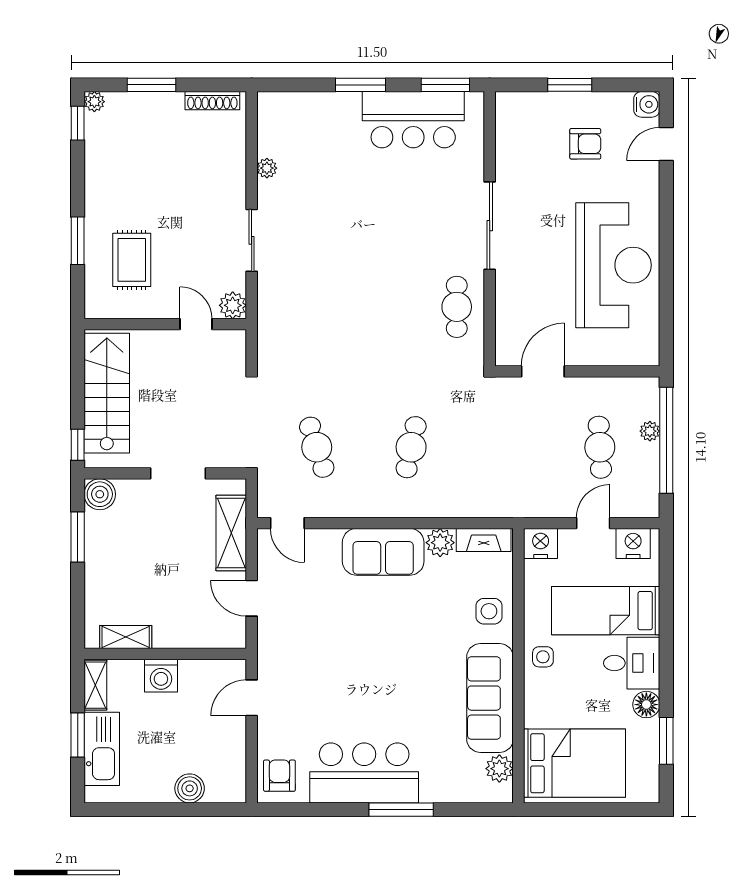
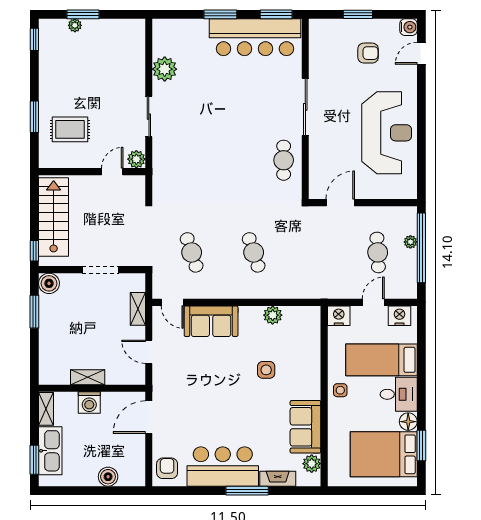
shoe rack: (212, 101) -> (123, 25), removed
plant: (94, 102) -> (75, 25), moved
bar counter: (413, 120) -> (255, 37), width x1.36
plant: (267, 168) -> (165, 69), width x1.87, depth x1.87
rug: (132, 260) -> (70, 129), turned 90
door: (196, 324) -> (112, 172), hinge flipped
cafe table: (411, 447) -> (254, 252), turned -30
shelving: (231, 533) -> (138, 309), width x0.67, depth x0.75
fireplace: (484, 540) -> (278, 479), moved, turned 180
sofa: (383, 552) -> (211, 321), moved
side table: (489, 611) -> (266, 370), moved
shelving: (126, 637) -> (88, 377), moved
door: (252, 698) -> (149, 417), width x1.37
sofa: (490, 698) -> (305, 427), width x0.73
window: (78, 735) -> (34, 460), moved
bed: (574, 763) -> (384, 454), moved, turned 180

